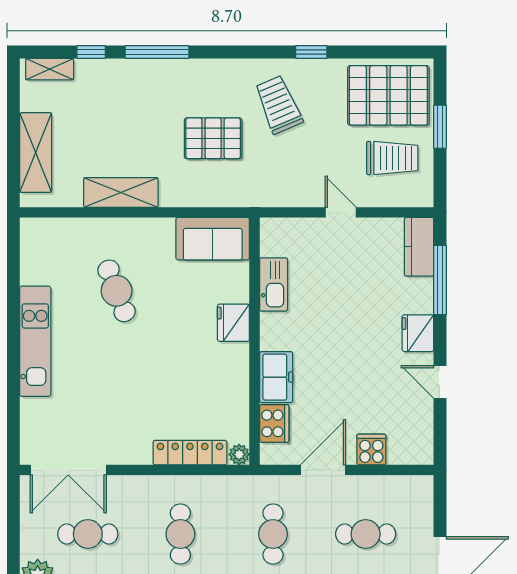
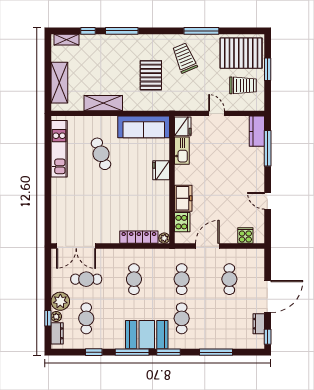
window: (311, 52) -> (201, 31), width x2.17
pallet: (213, 138) -> (151, 75), turned 90
sofa: (213, 239) -> (144, 127), width x1.36
fridge: (418, 333) -> (183, 126), moved, turned 180
kitchen unit: (35, 341) -> (59, 149), moved
cooker: (371, 449) -> (245, 236), moved
cafe table: (366, 534) -> (229, 279), turned 90

